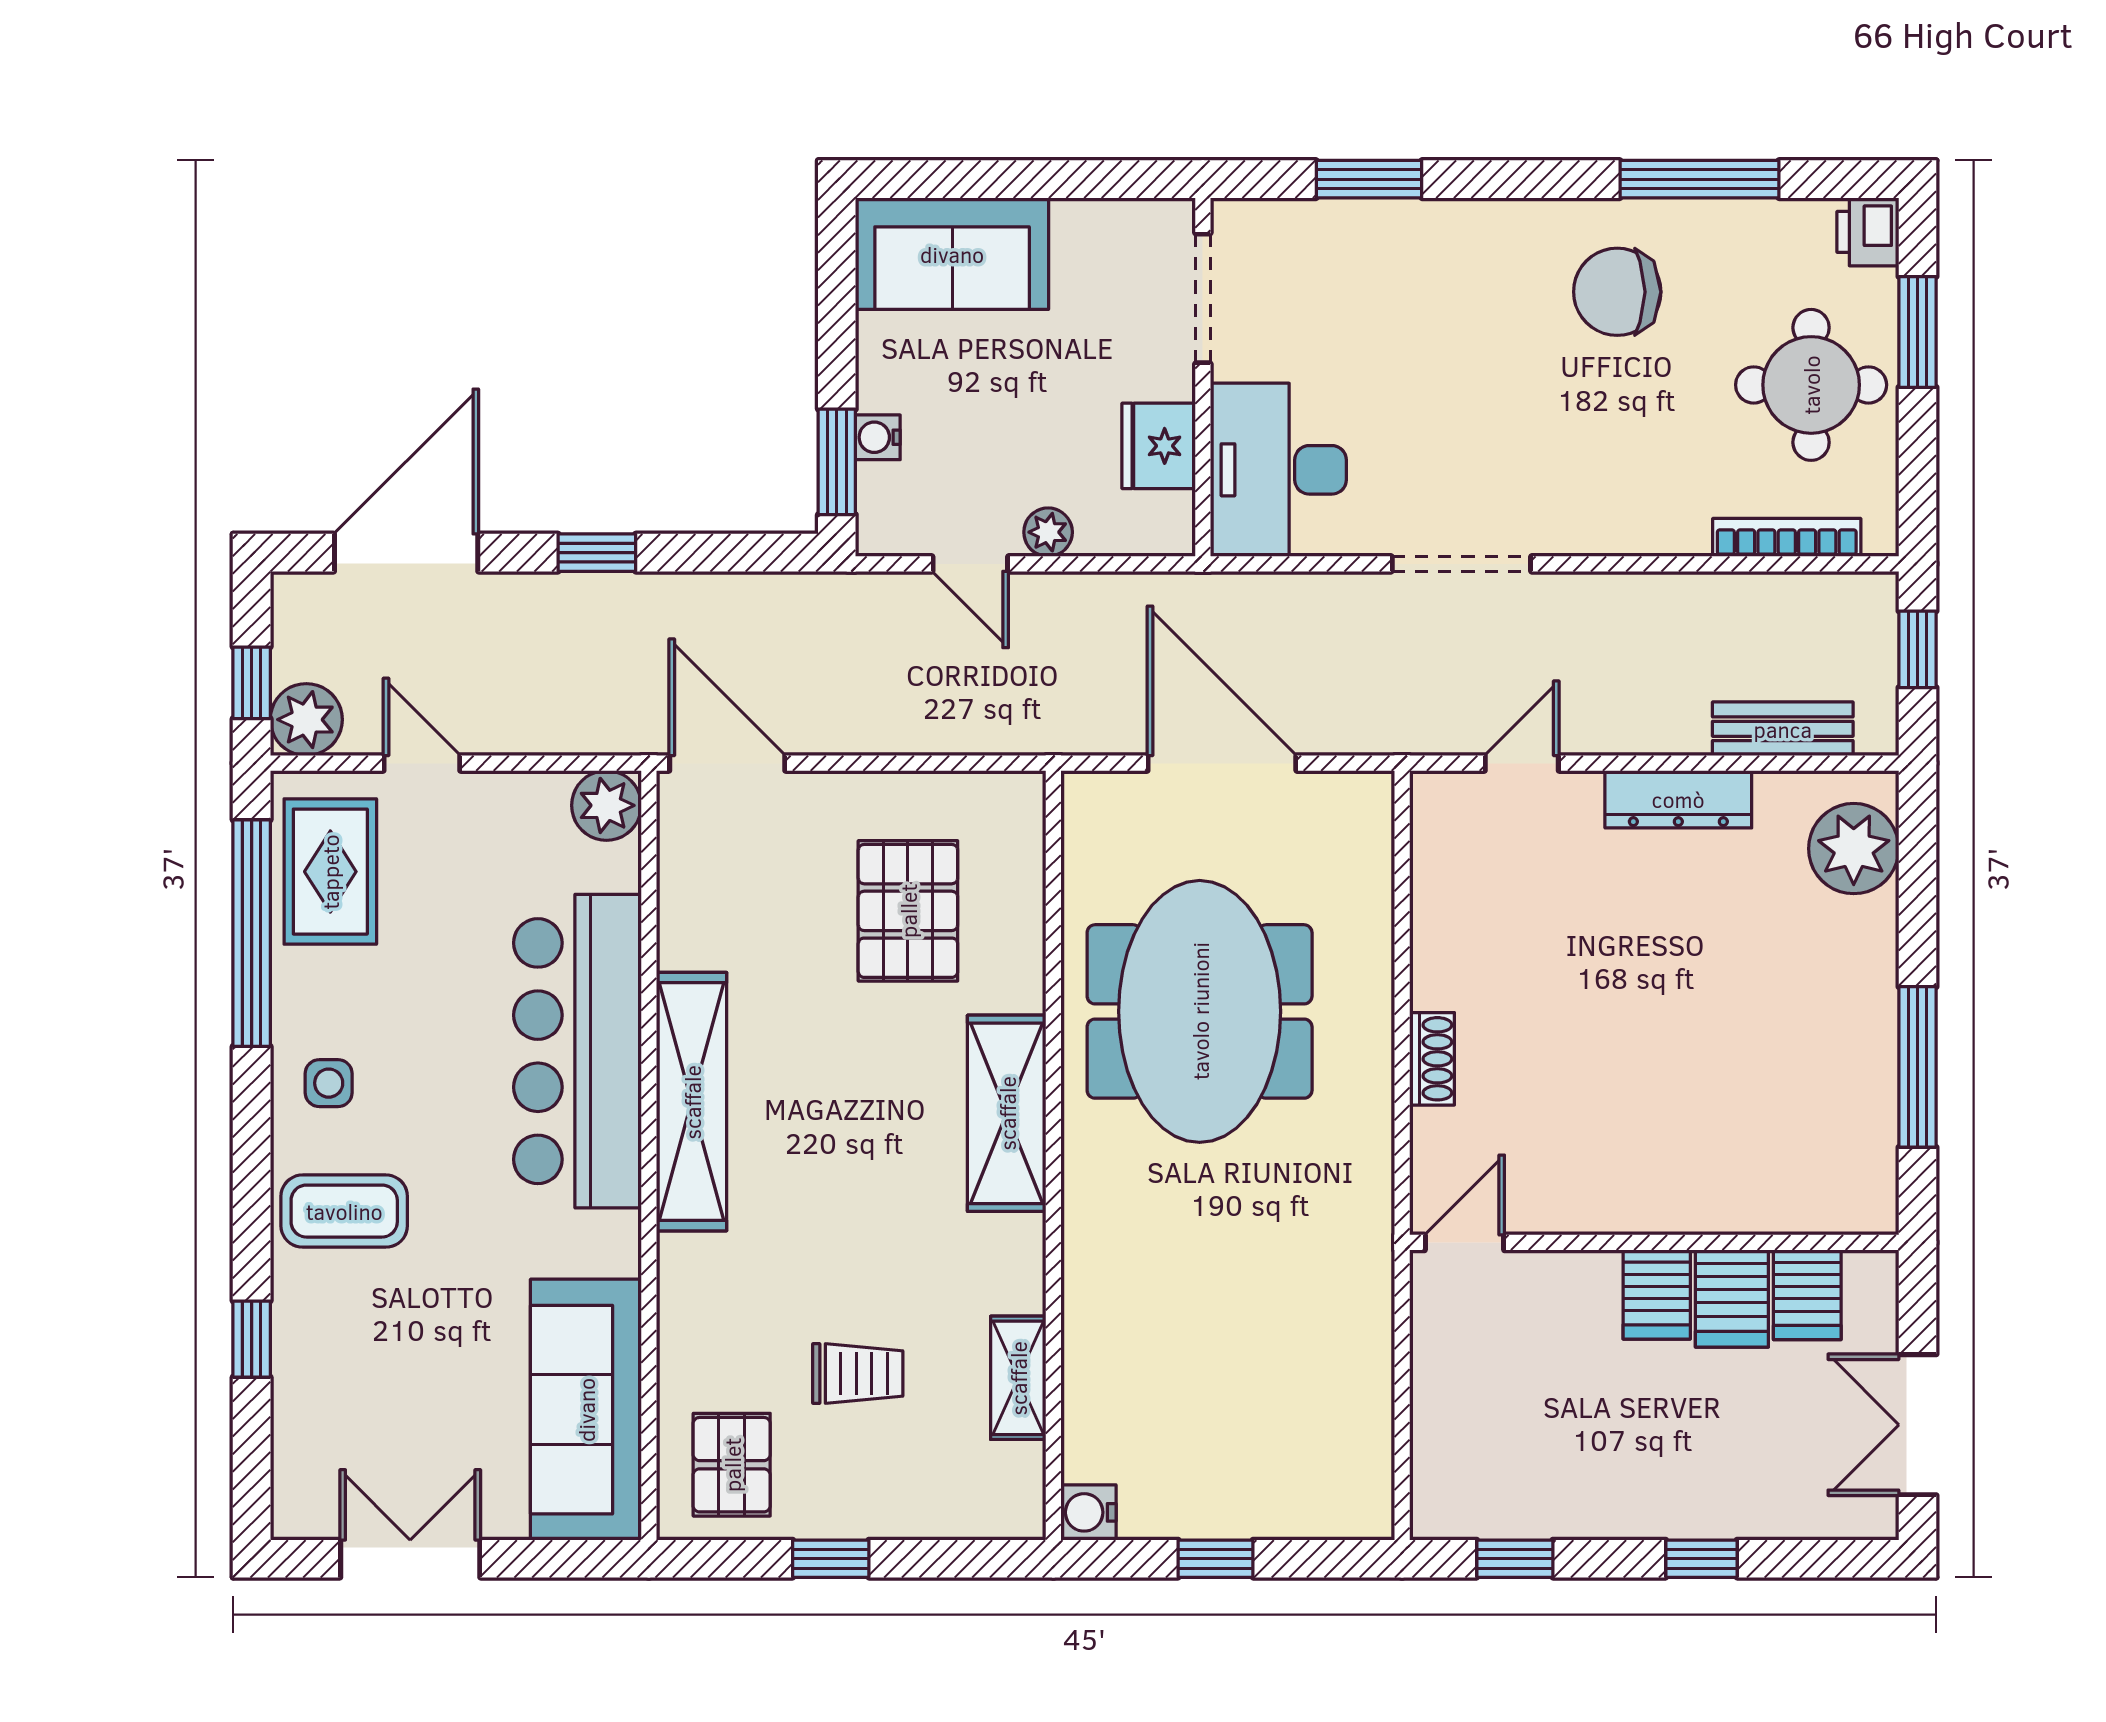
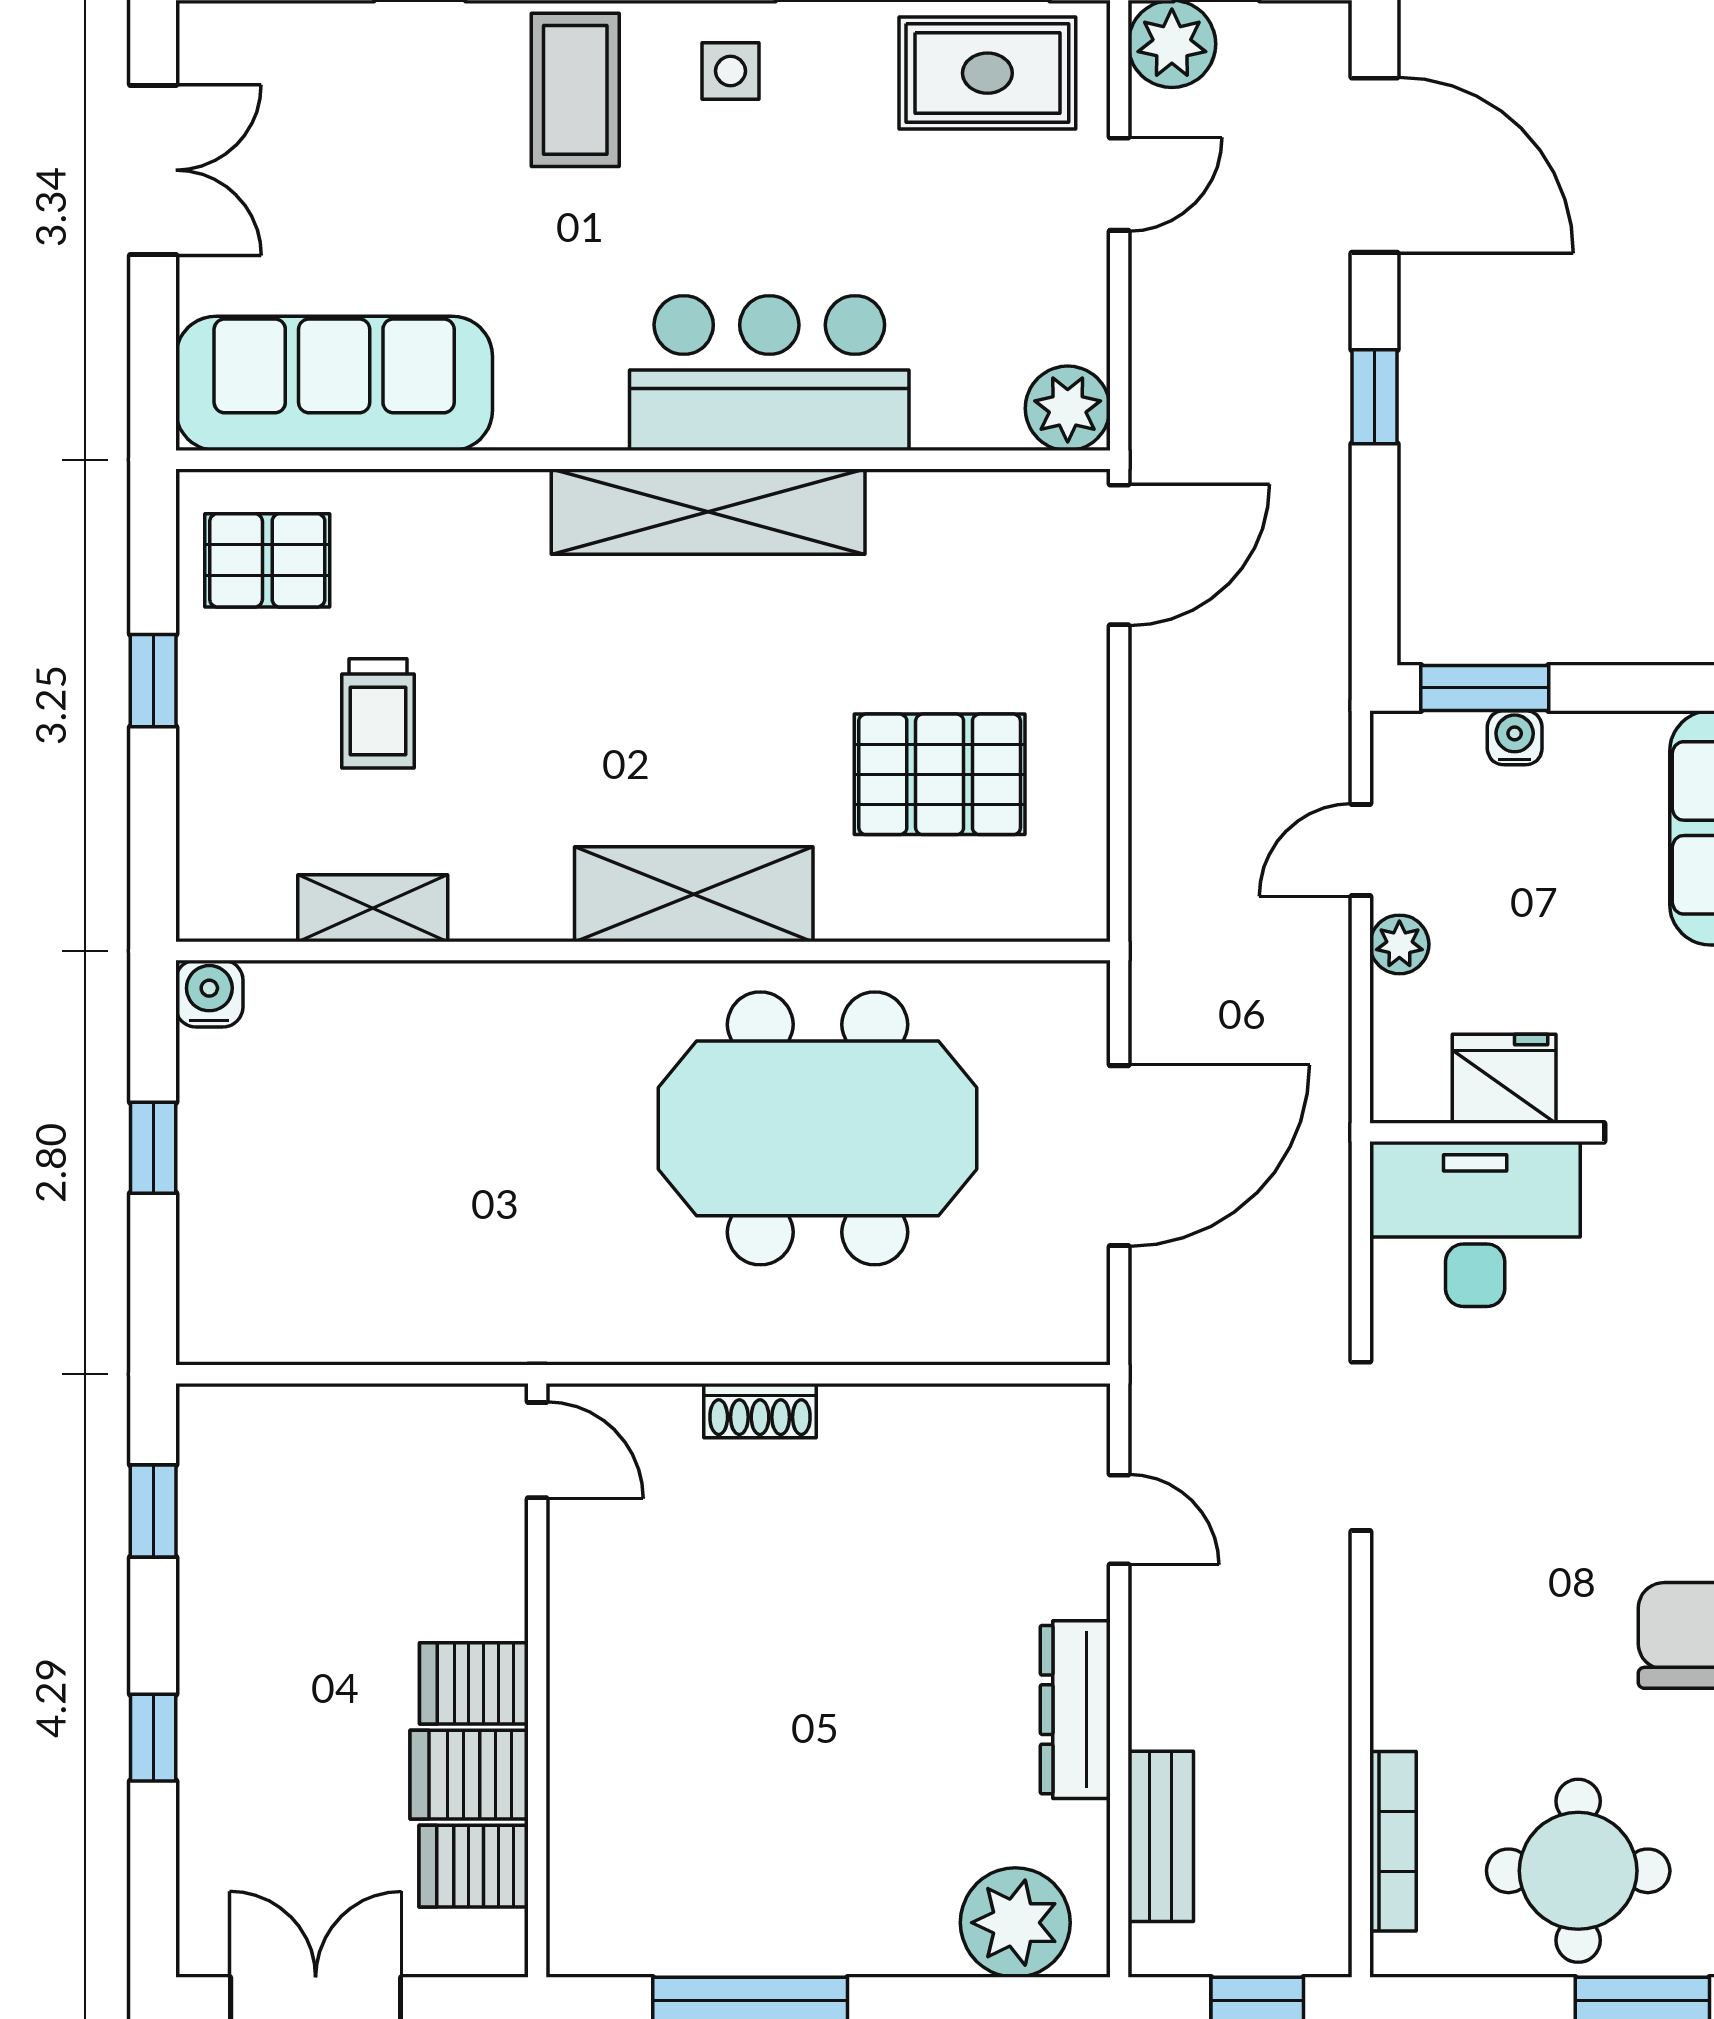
bar counter: (577, 1051) -> (769, 373), width x0.73

